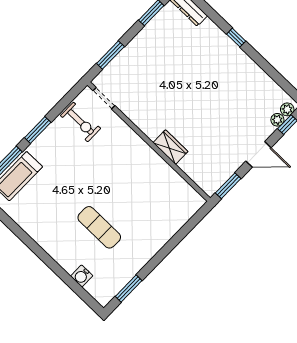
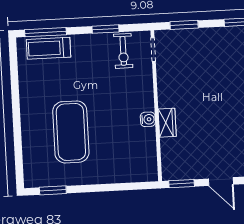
window: (38, 130) -> (105, 29), moved
exercise mat: (99, 227) -> (71, 132), width x2.00, depth x1.45
water cooler: (82, 276) -> (148, 119), moved, turned 180

